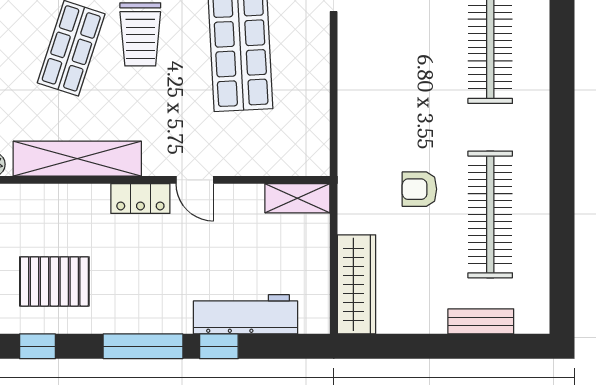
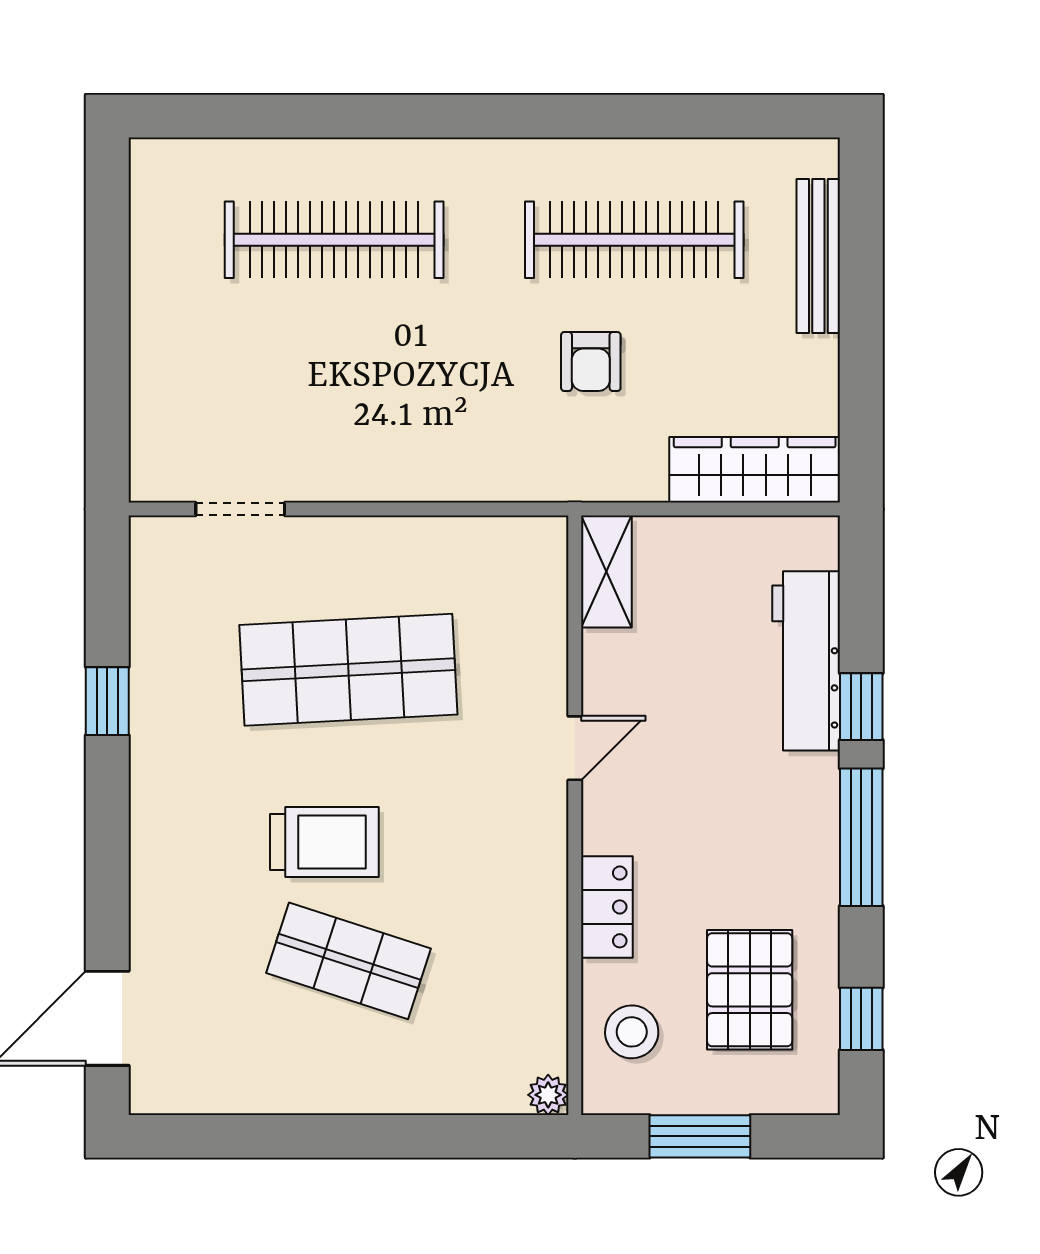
shelving: (77, 159) -> (538, 950), removed
locker: (140, 198) -> (607, 907), moved
stool: (30, 213) -> (632, 1032), added
bench: (481, 321) -> (818, 256), width x1.36

